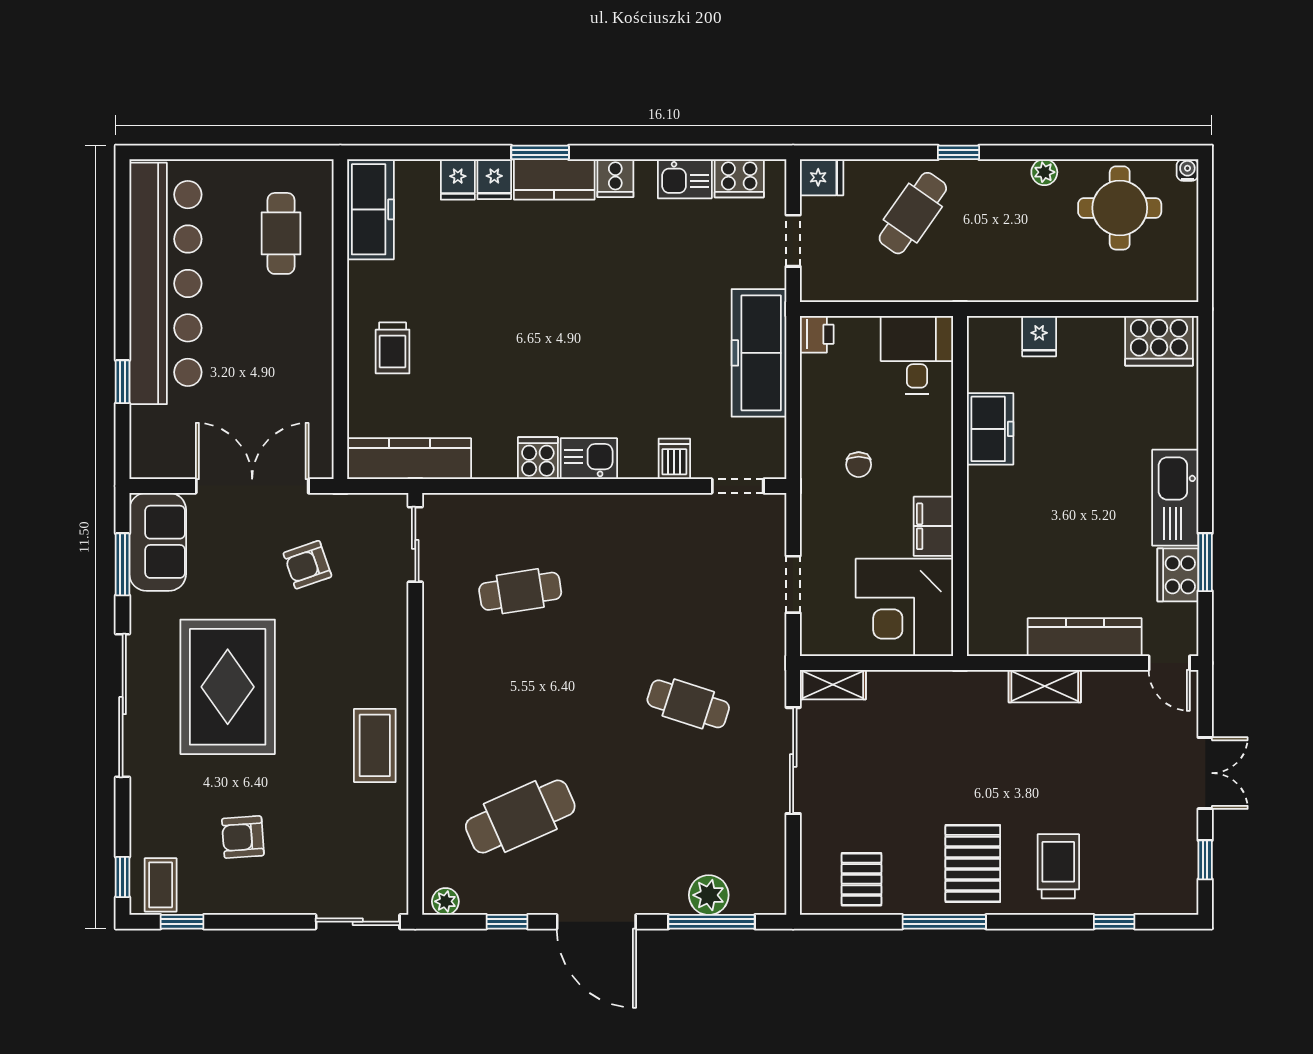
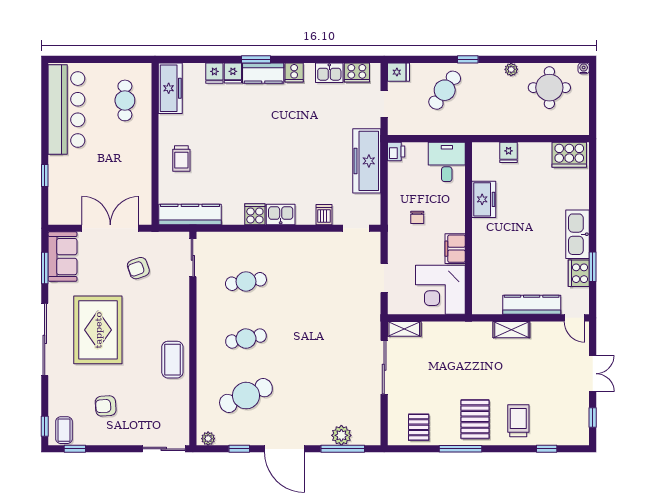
bar counter: (165, 283) -> (66, 110), width x0.73
cafe table: (688, 704) -> (246, 339), moved, turned -30

